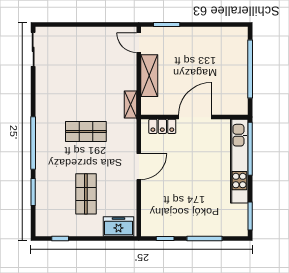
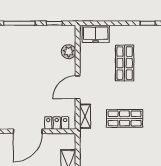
shelving: (130, 105) -> (85, 116), moved
plant: (149, 207) -> (69, 52), added

